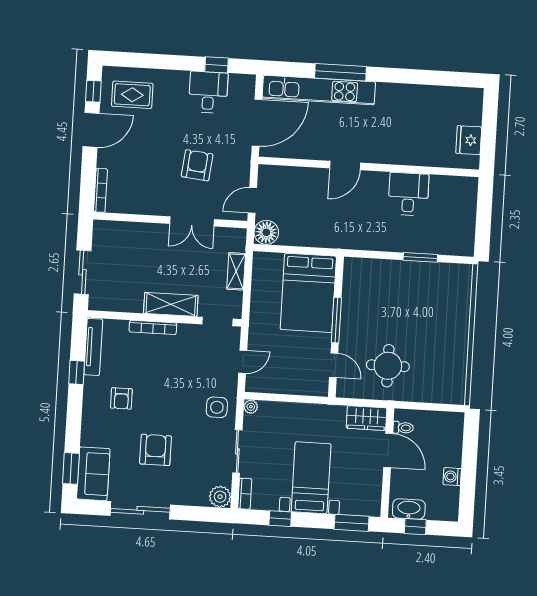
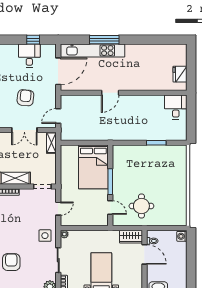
desk: (408, 194) -> (176, 107), moved
floor lamp: (266, 232) -> (67, 134), removed
shelving: (236, 271) -> (51, 143), moved
washing machine: (452, 477) -> (182, 236), moved

